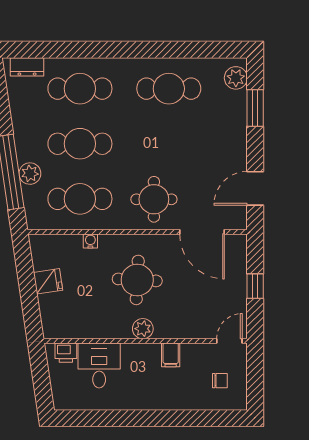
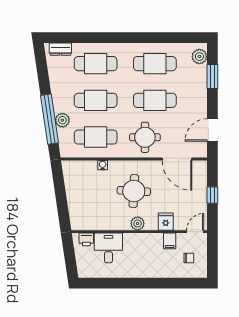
cafe table: (169, 144) -> (155, 100), added
fridge: (48, 281) -> (166, 222), moved, turned -82
filing cabinet: (171, 355) -> (170, 241), moved

